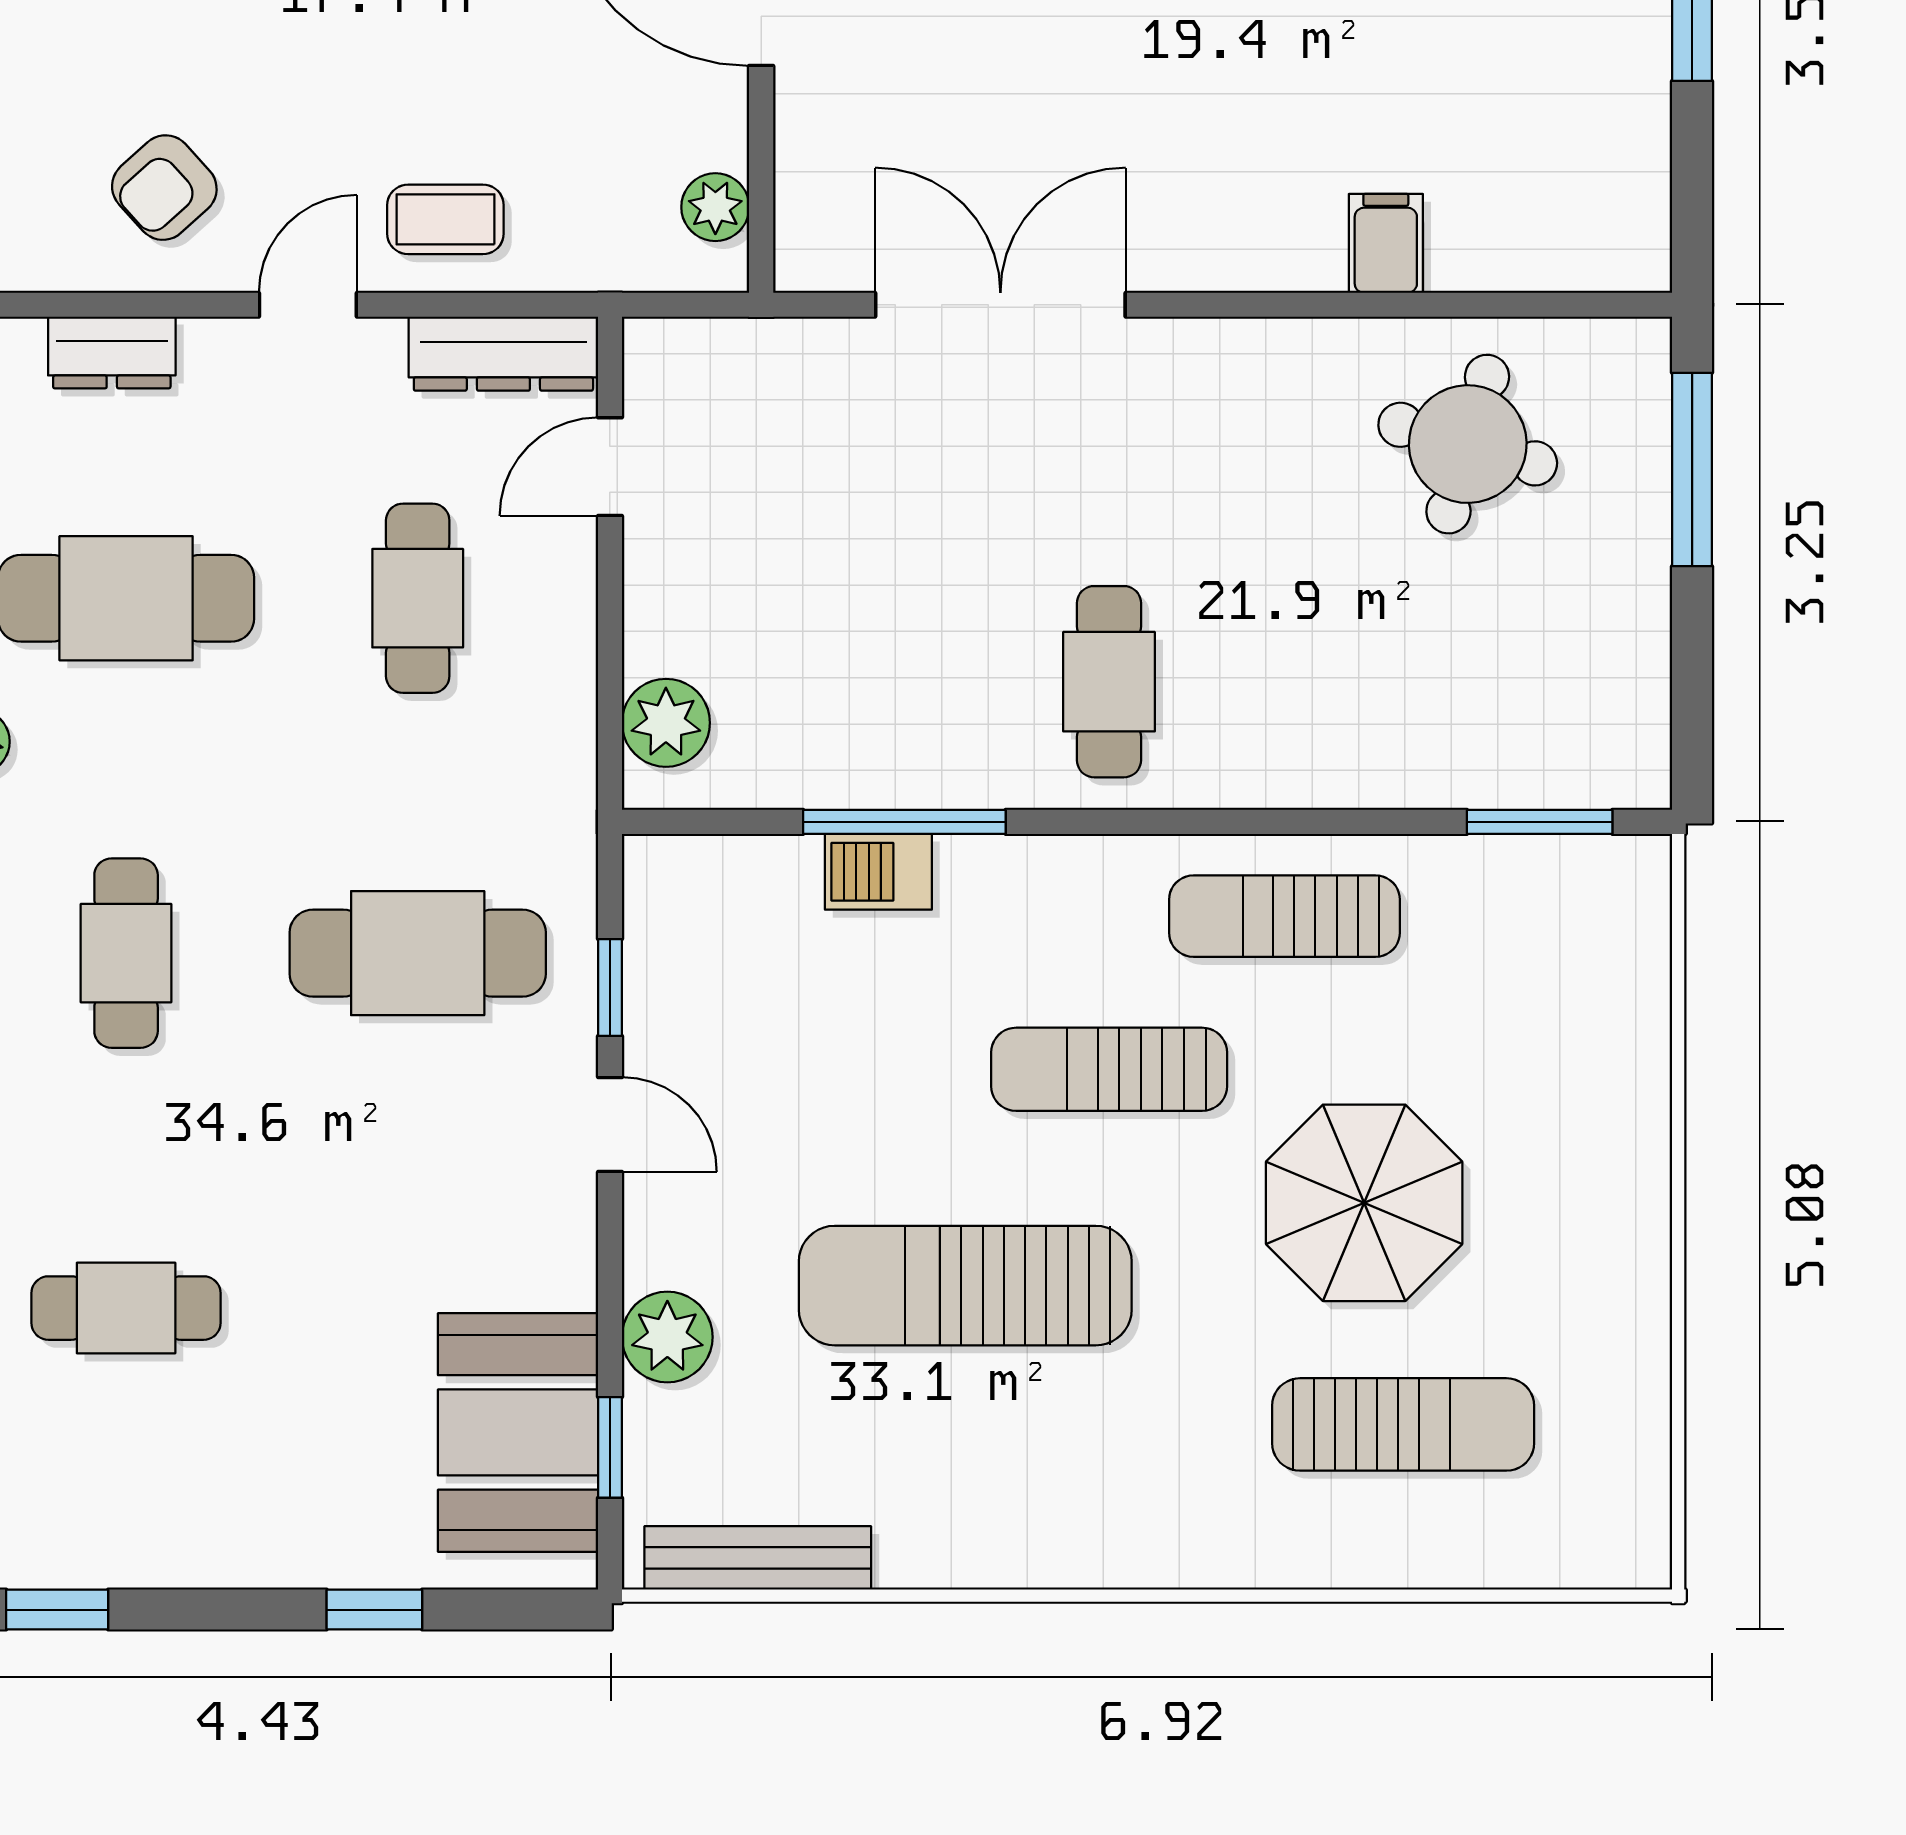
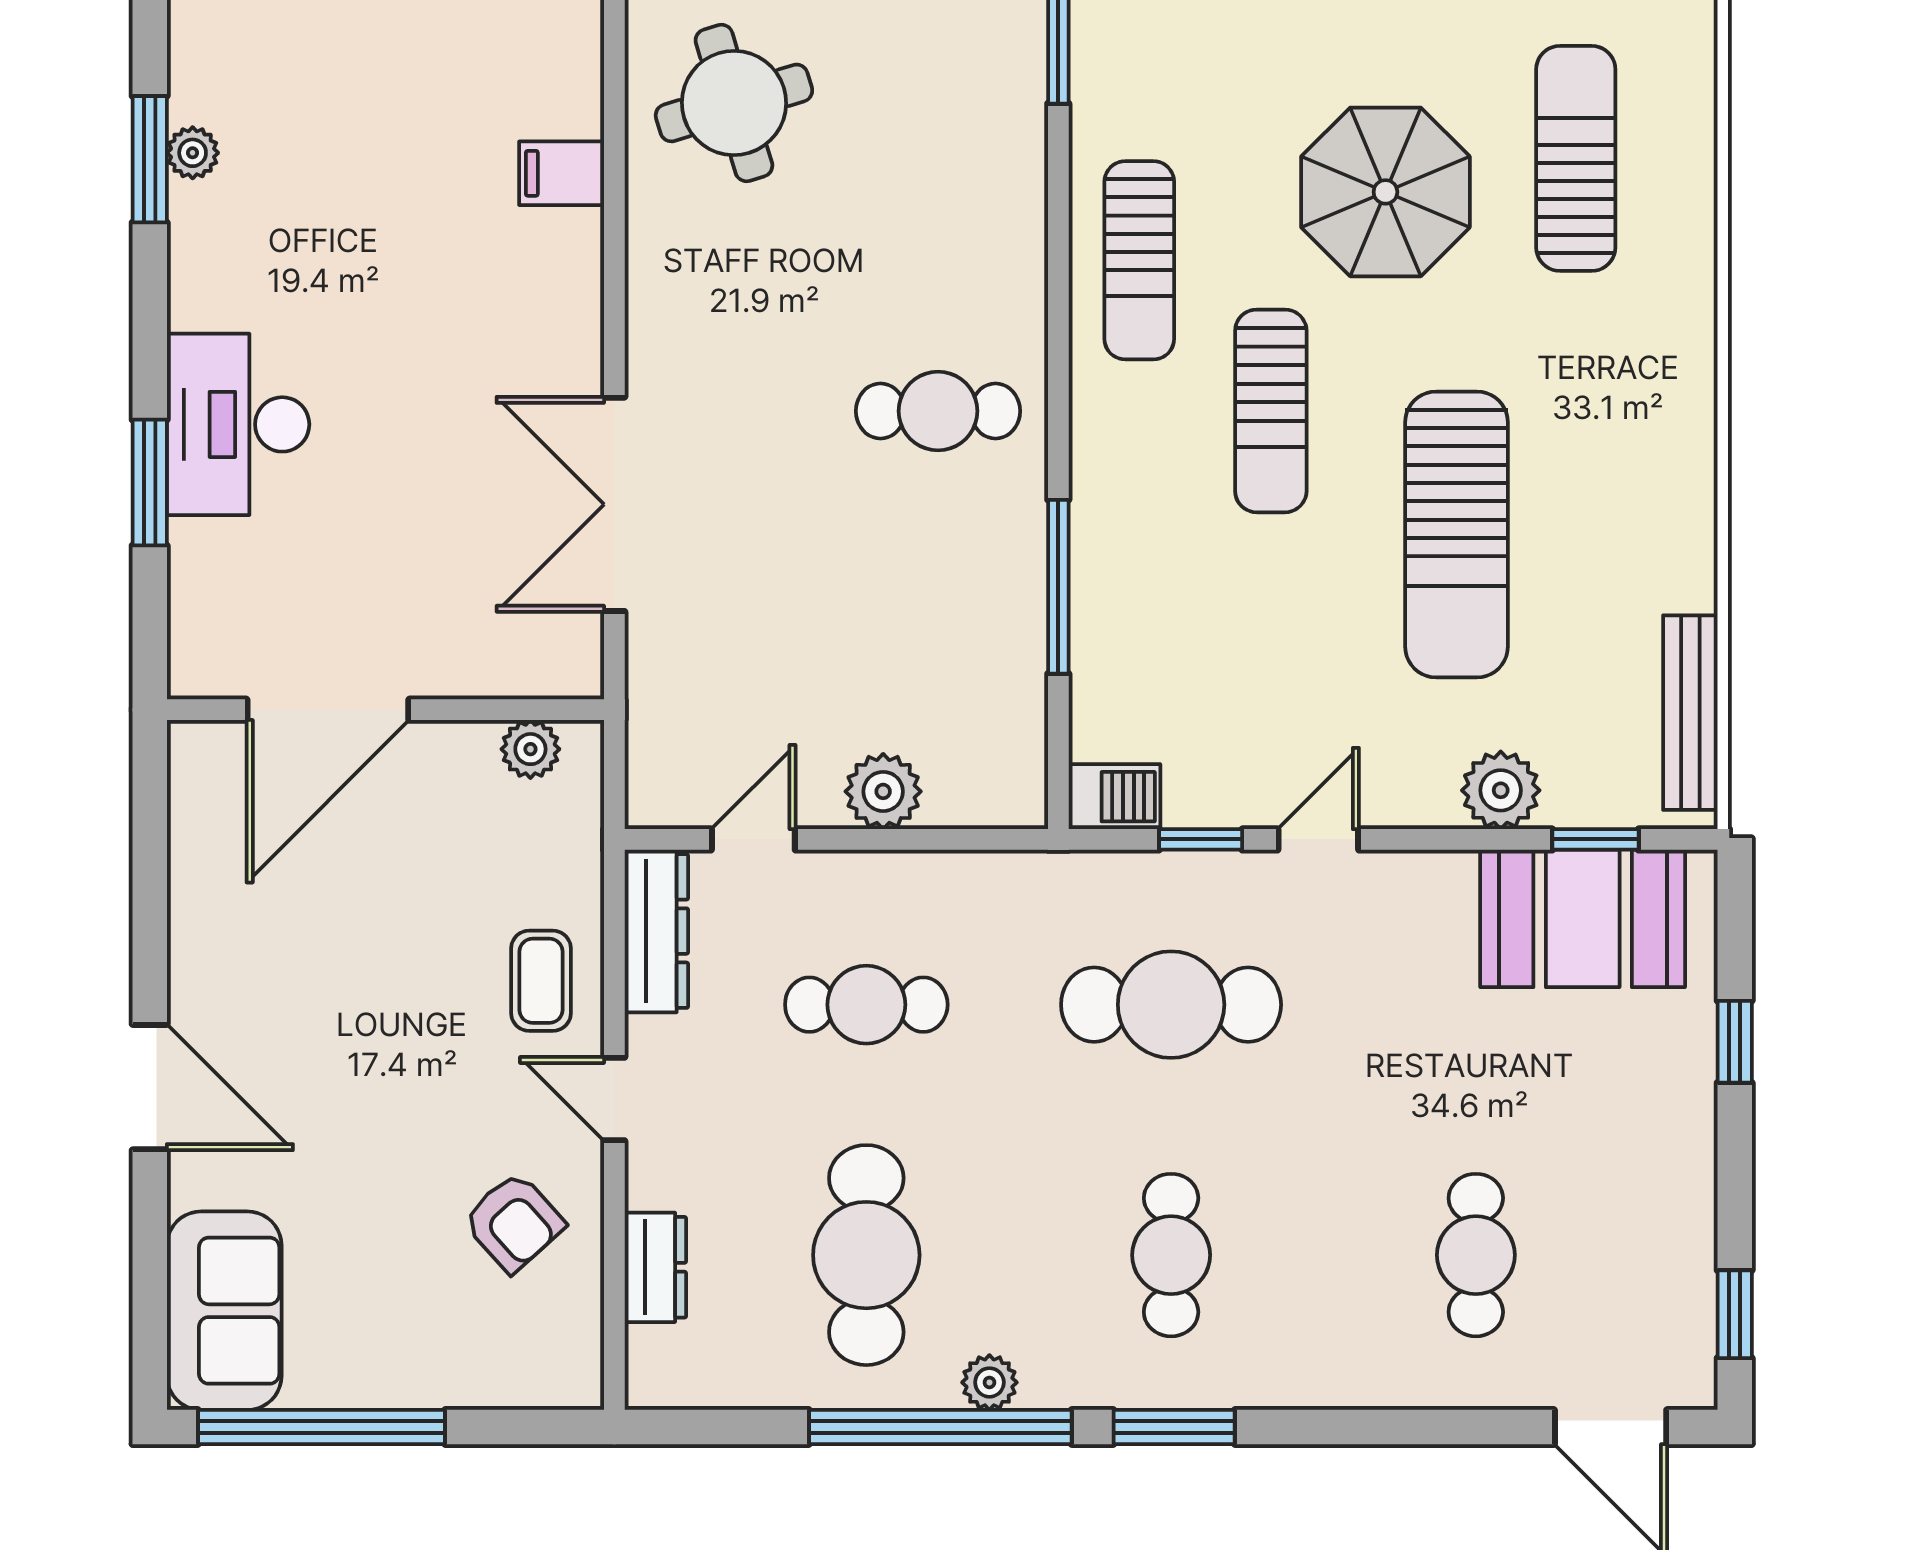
round table: (1468, 444) -> (734, 103), turned -33
door: (610, 467) -> (753, 839), swing flipped
plant: (666, 723) -> (883, 791), moved
barbecue: (878, 872) -> (1114, 797), moved, turned -90
cafe table: (126, 953) -> (1171, 1255), turned 90
cafe table: (418, 953) -> (1171, 1005), turned 90

